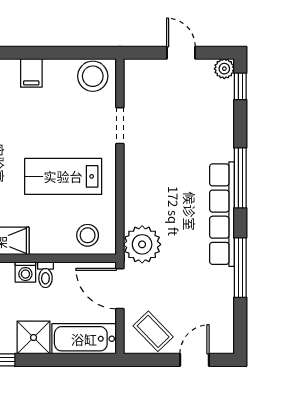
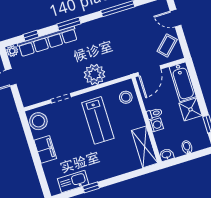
filing cabinet: (31, 73) -> (45, 149), width x2.00
window: (240, 86) -> (31, 36), moved
window: (240, 178) -> (69, 24), width x0.69
row of seats: (222, 214) -> (48, 41), moved
plant: (142, 244) -> (95, 74), moved

